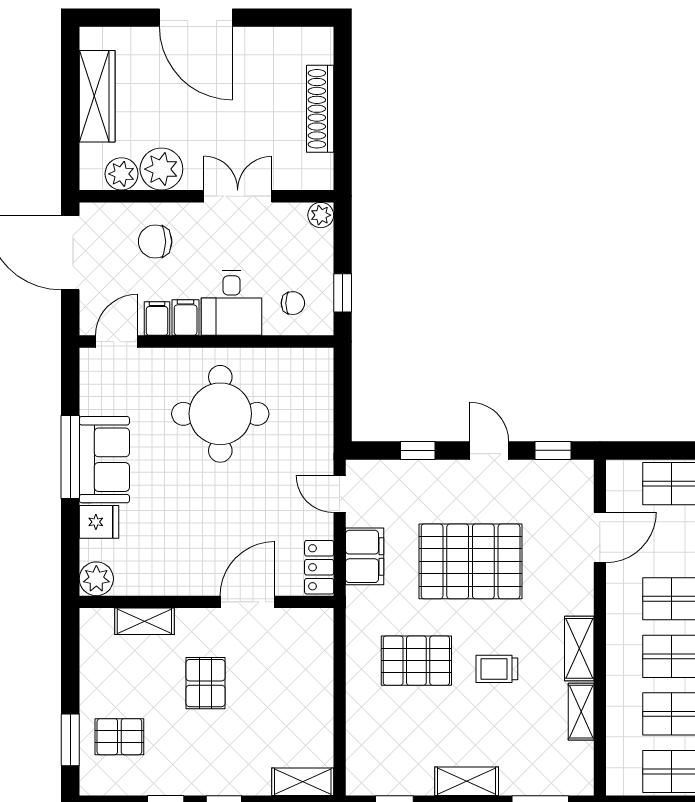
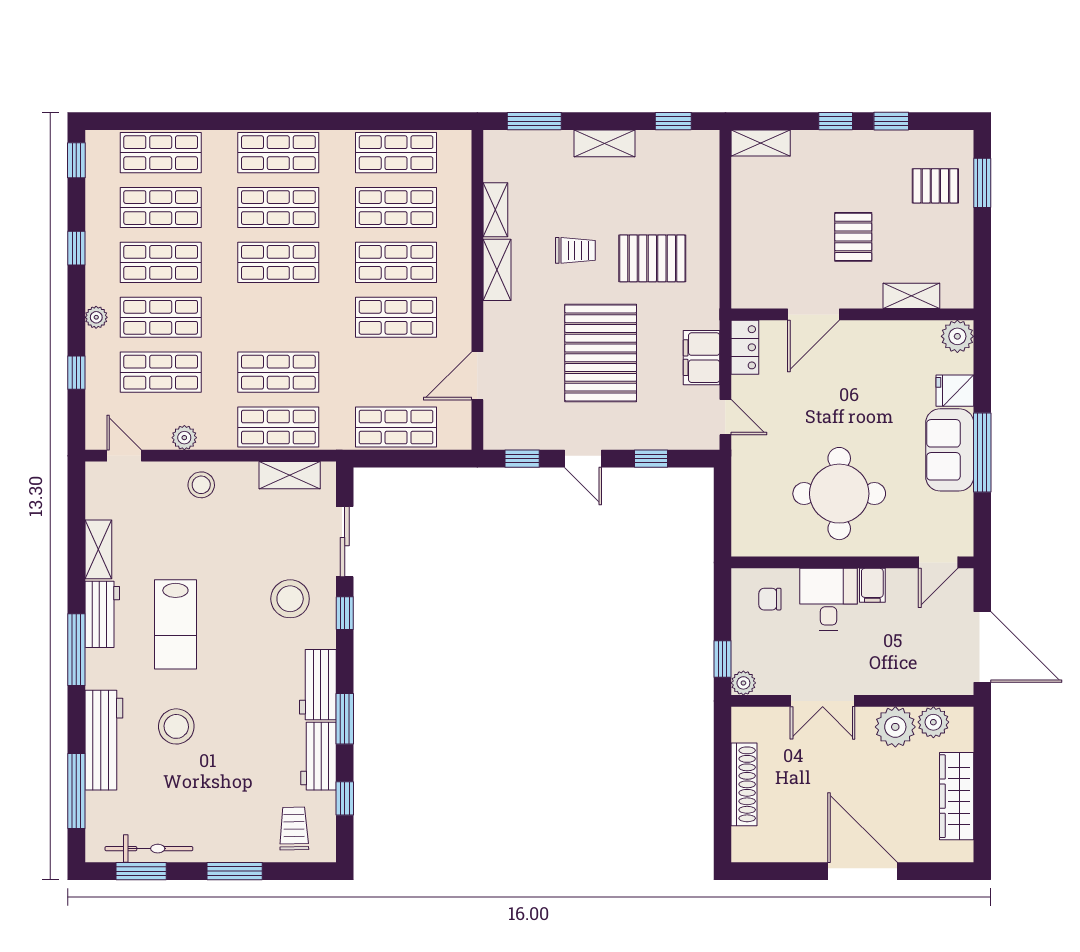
chair: (155, 242) -> (901, 658), removed
window: (343, 293) -> (723, 659), moved
filing cabinet: (157, 319) -> (899, 584), removed
pallet: (471, 561) -> (601, 353), turned 90

